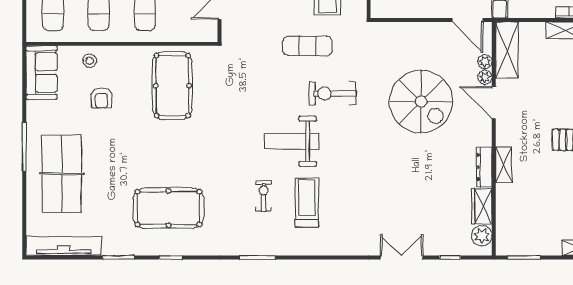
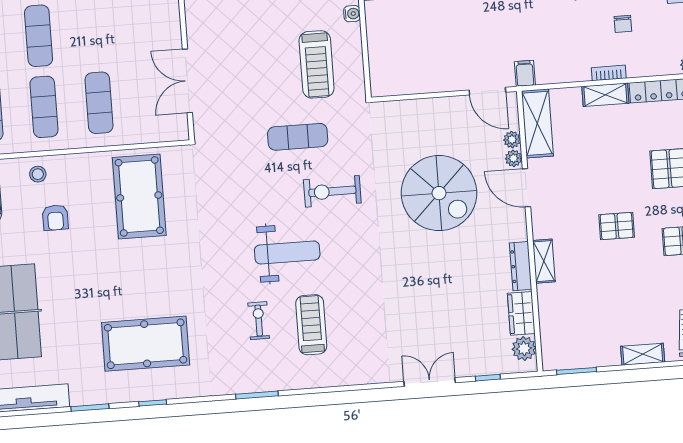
weight bench: (291, 141) -> (287, 252), turned 180

